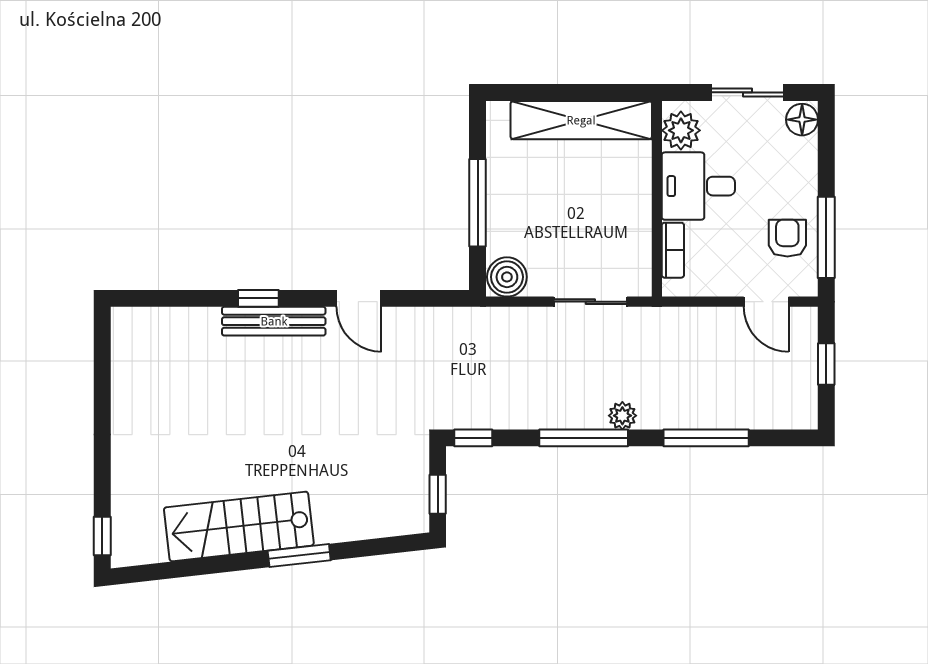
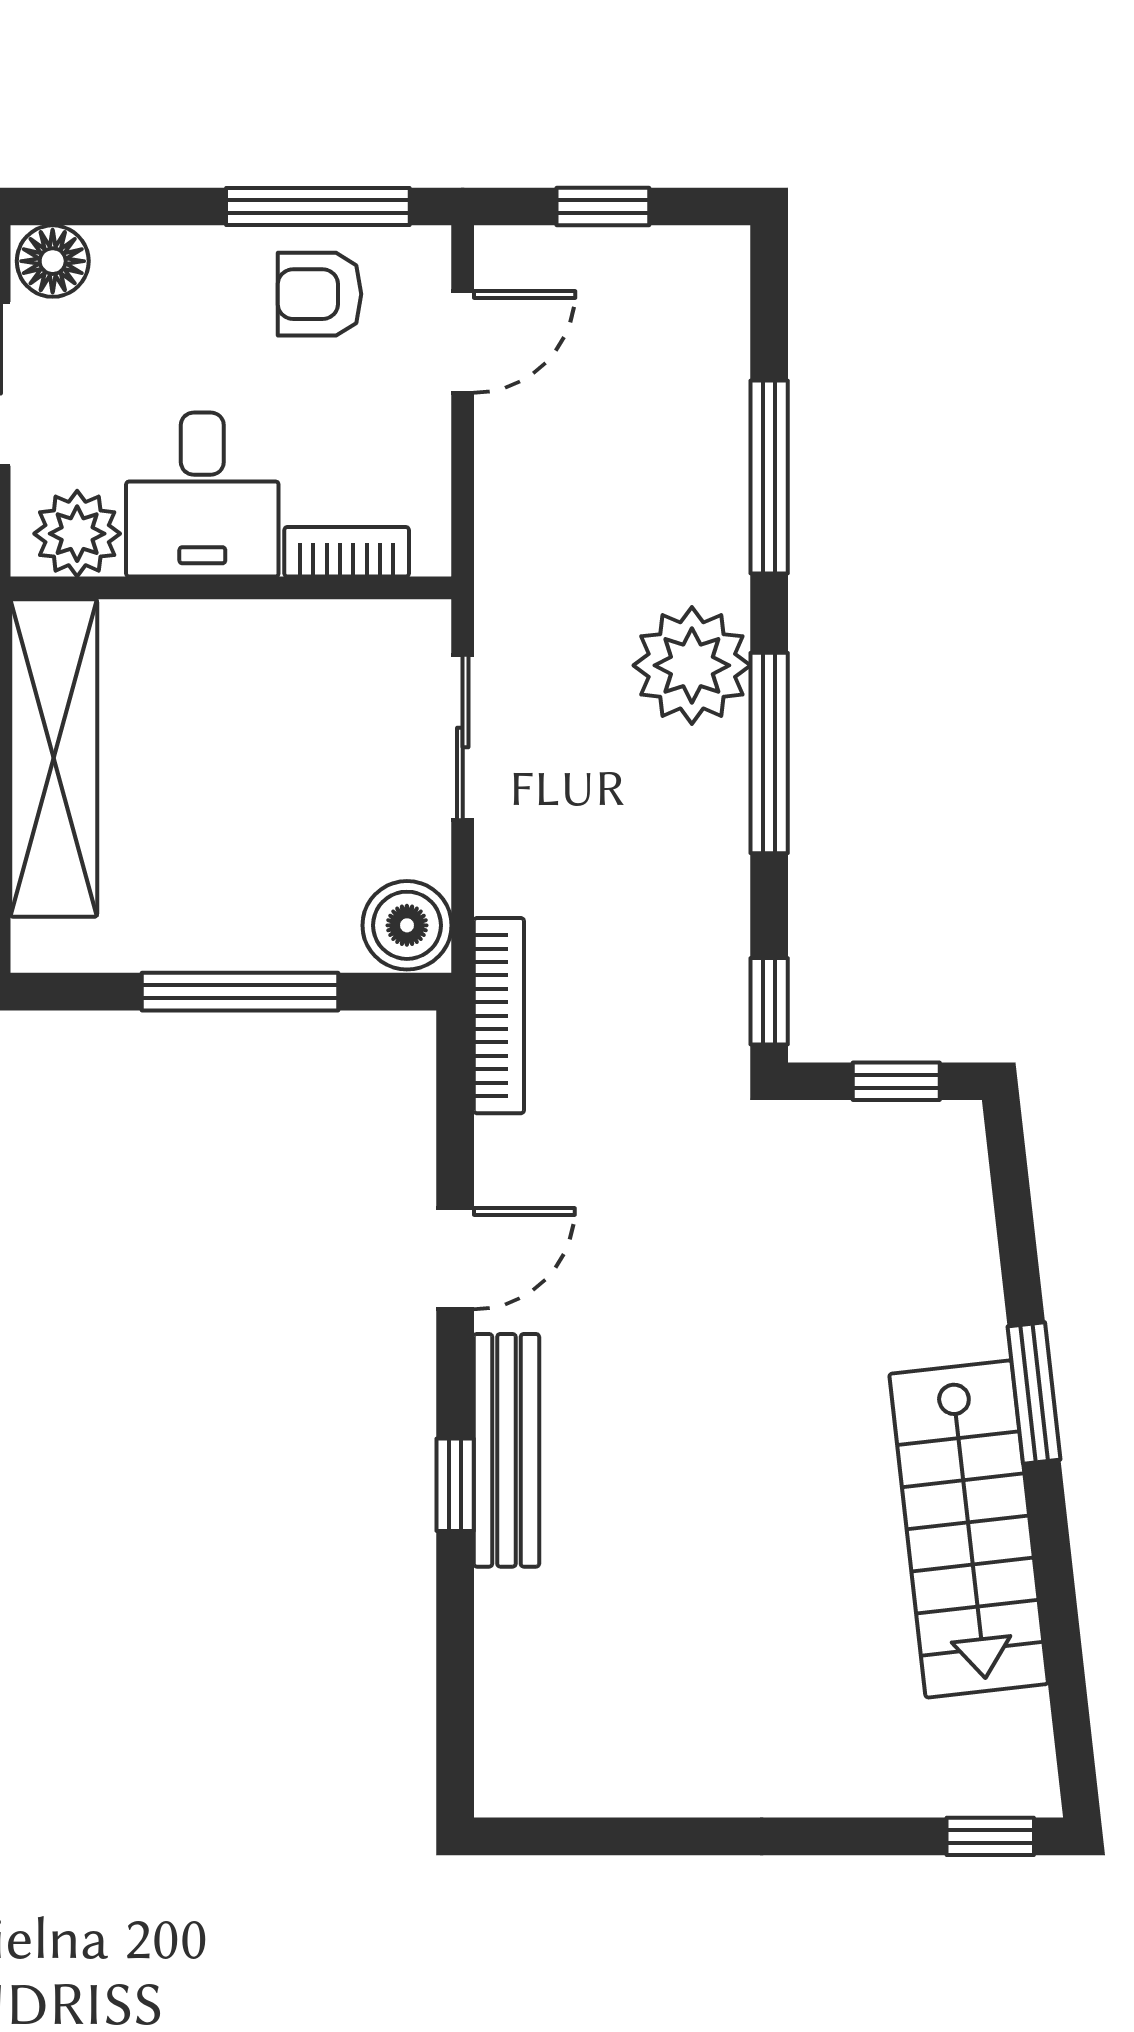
bookcase: (467, 318) -> (499, 1016), added
plant: (622, 416) -> (692, 665), width x1.88, depth x1.88

